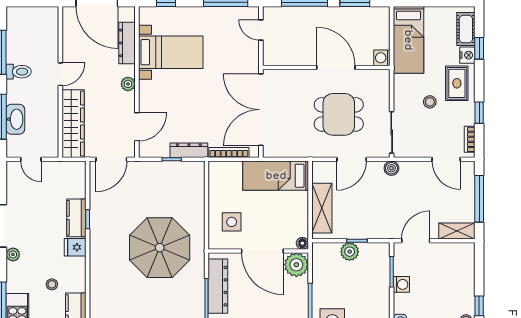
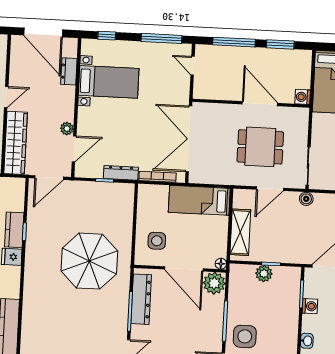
dresser: (127, 43) -> (69, 71), width x0.70
plant: (128, 84) -> (67, 129), moved

